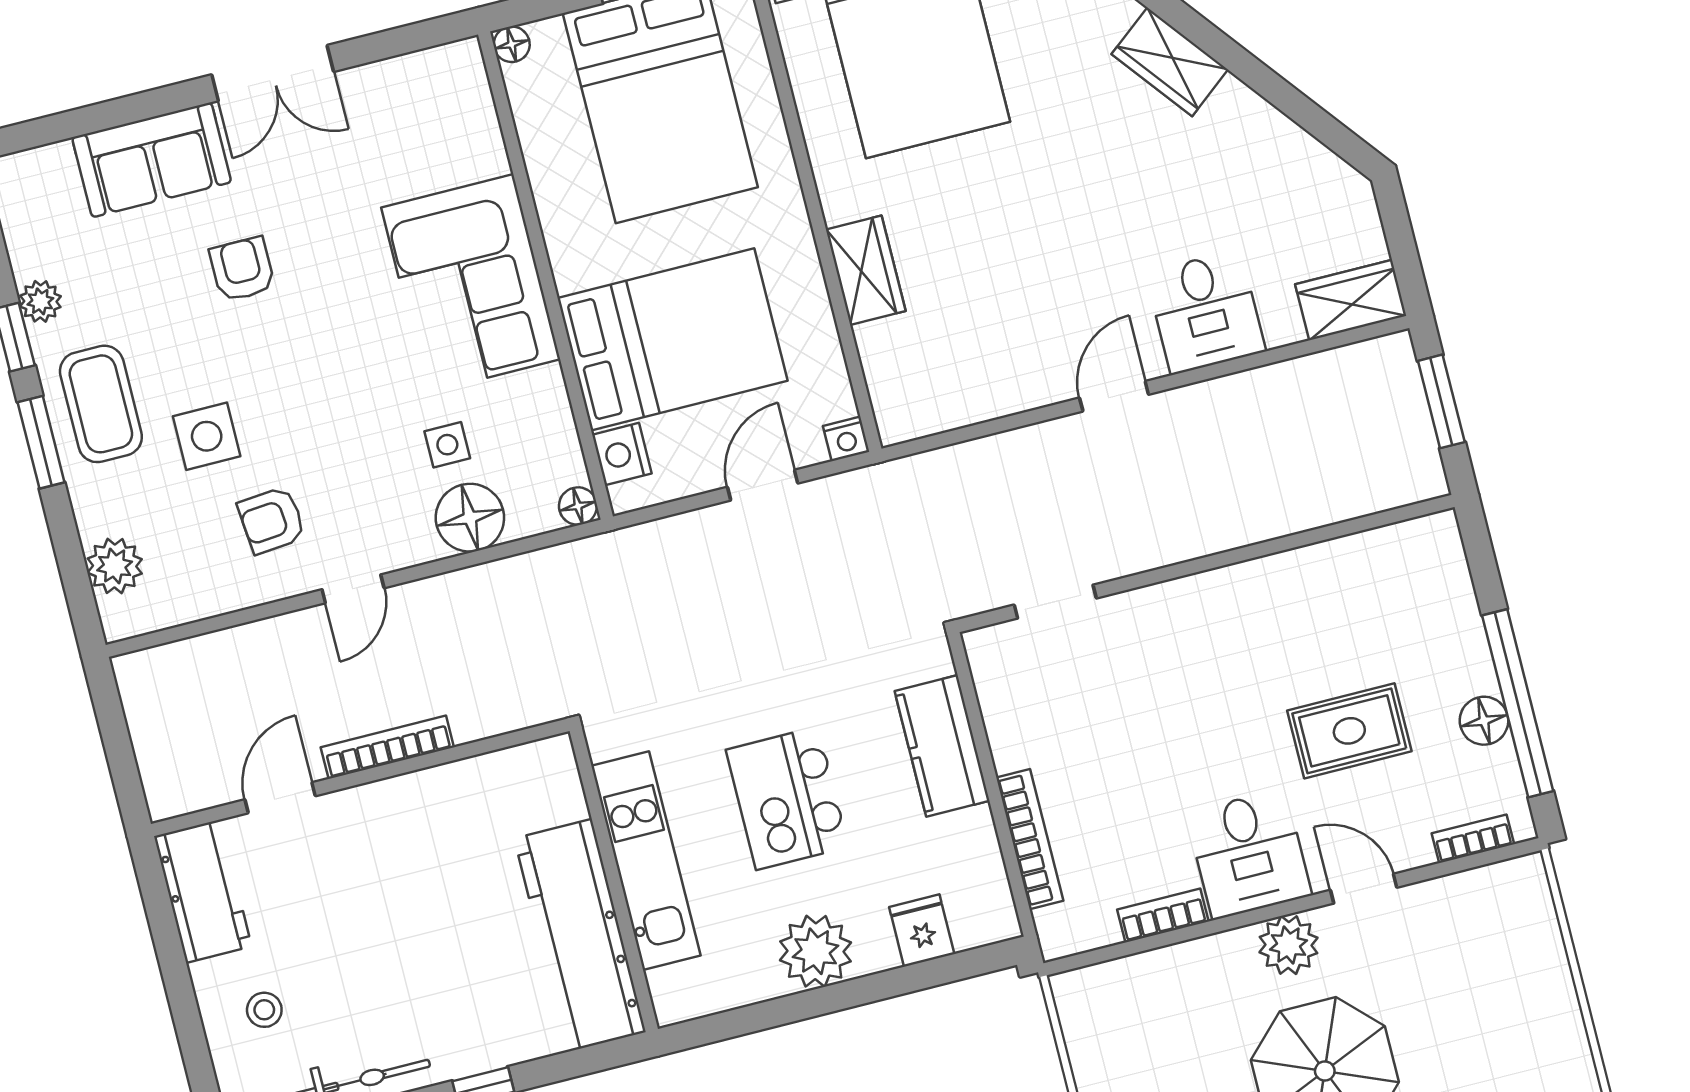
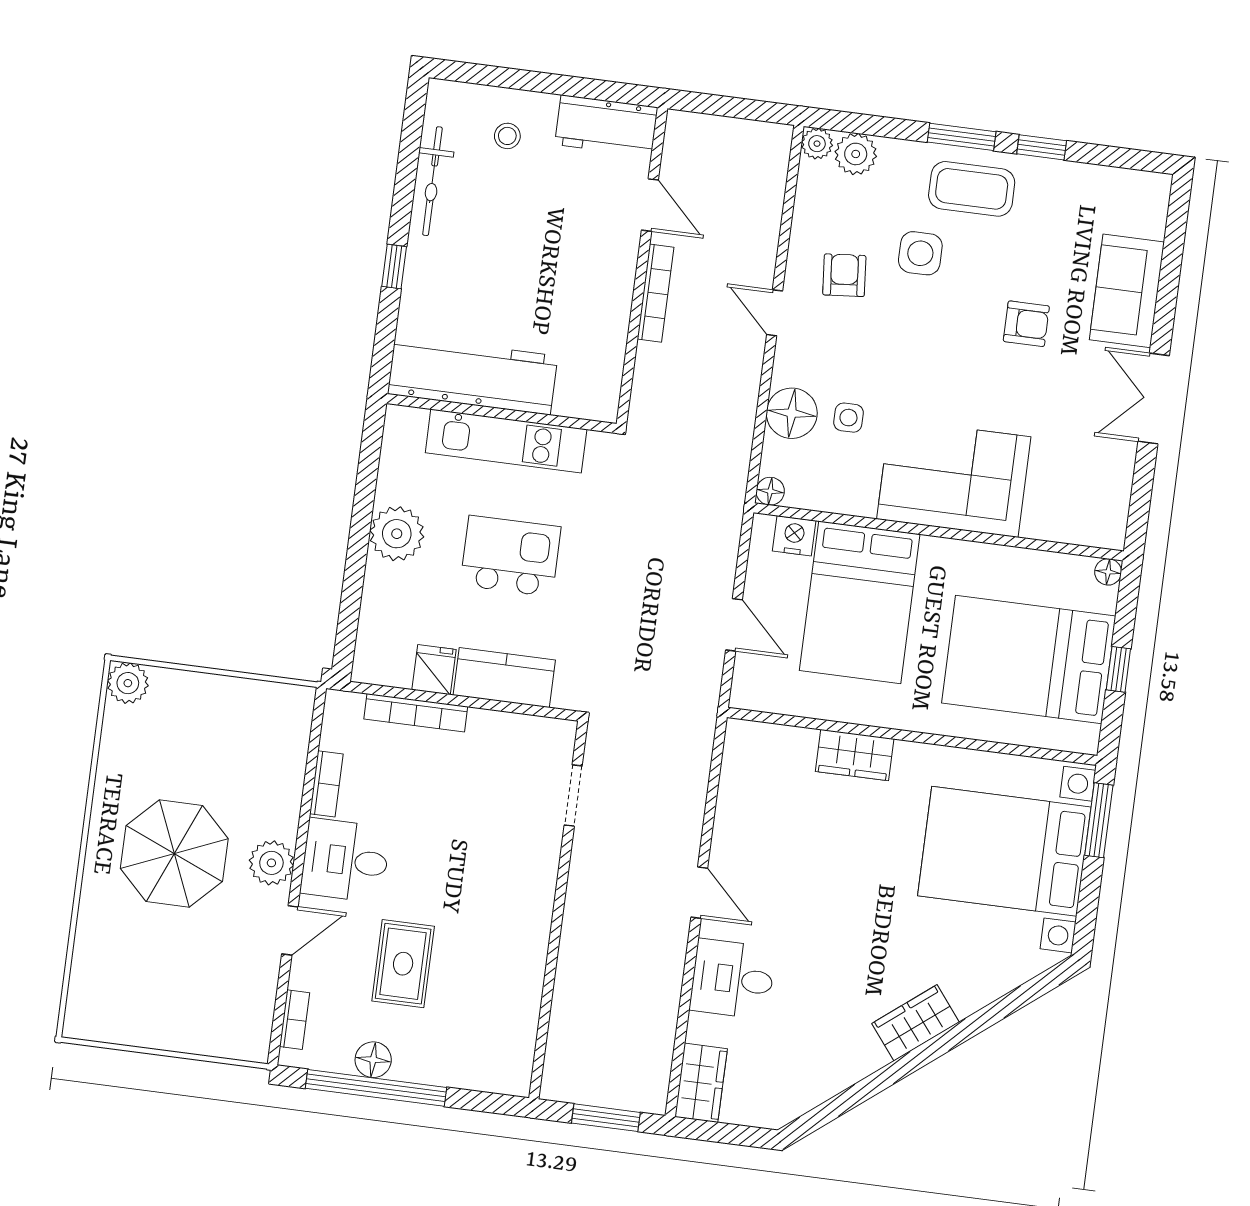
plant: (40, 301) -> (817, 144), moved
nightstand: (846, 439) -> (743, 695), removed
fridge: (922, 930) -> (434, 670), moved, turned -90

